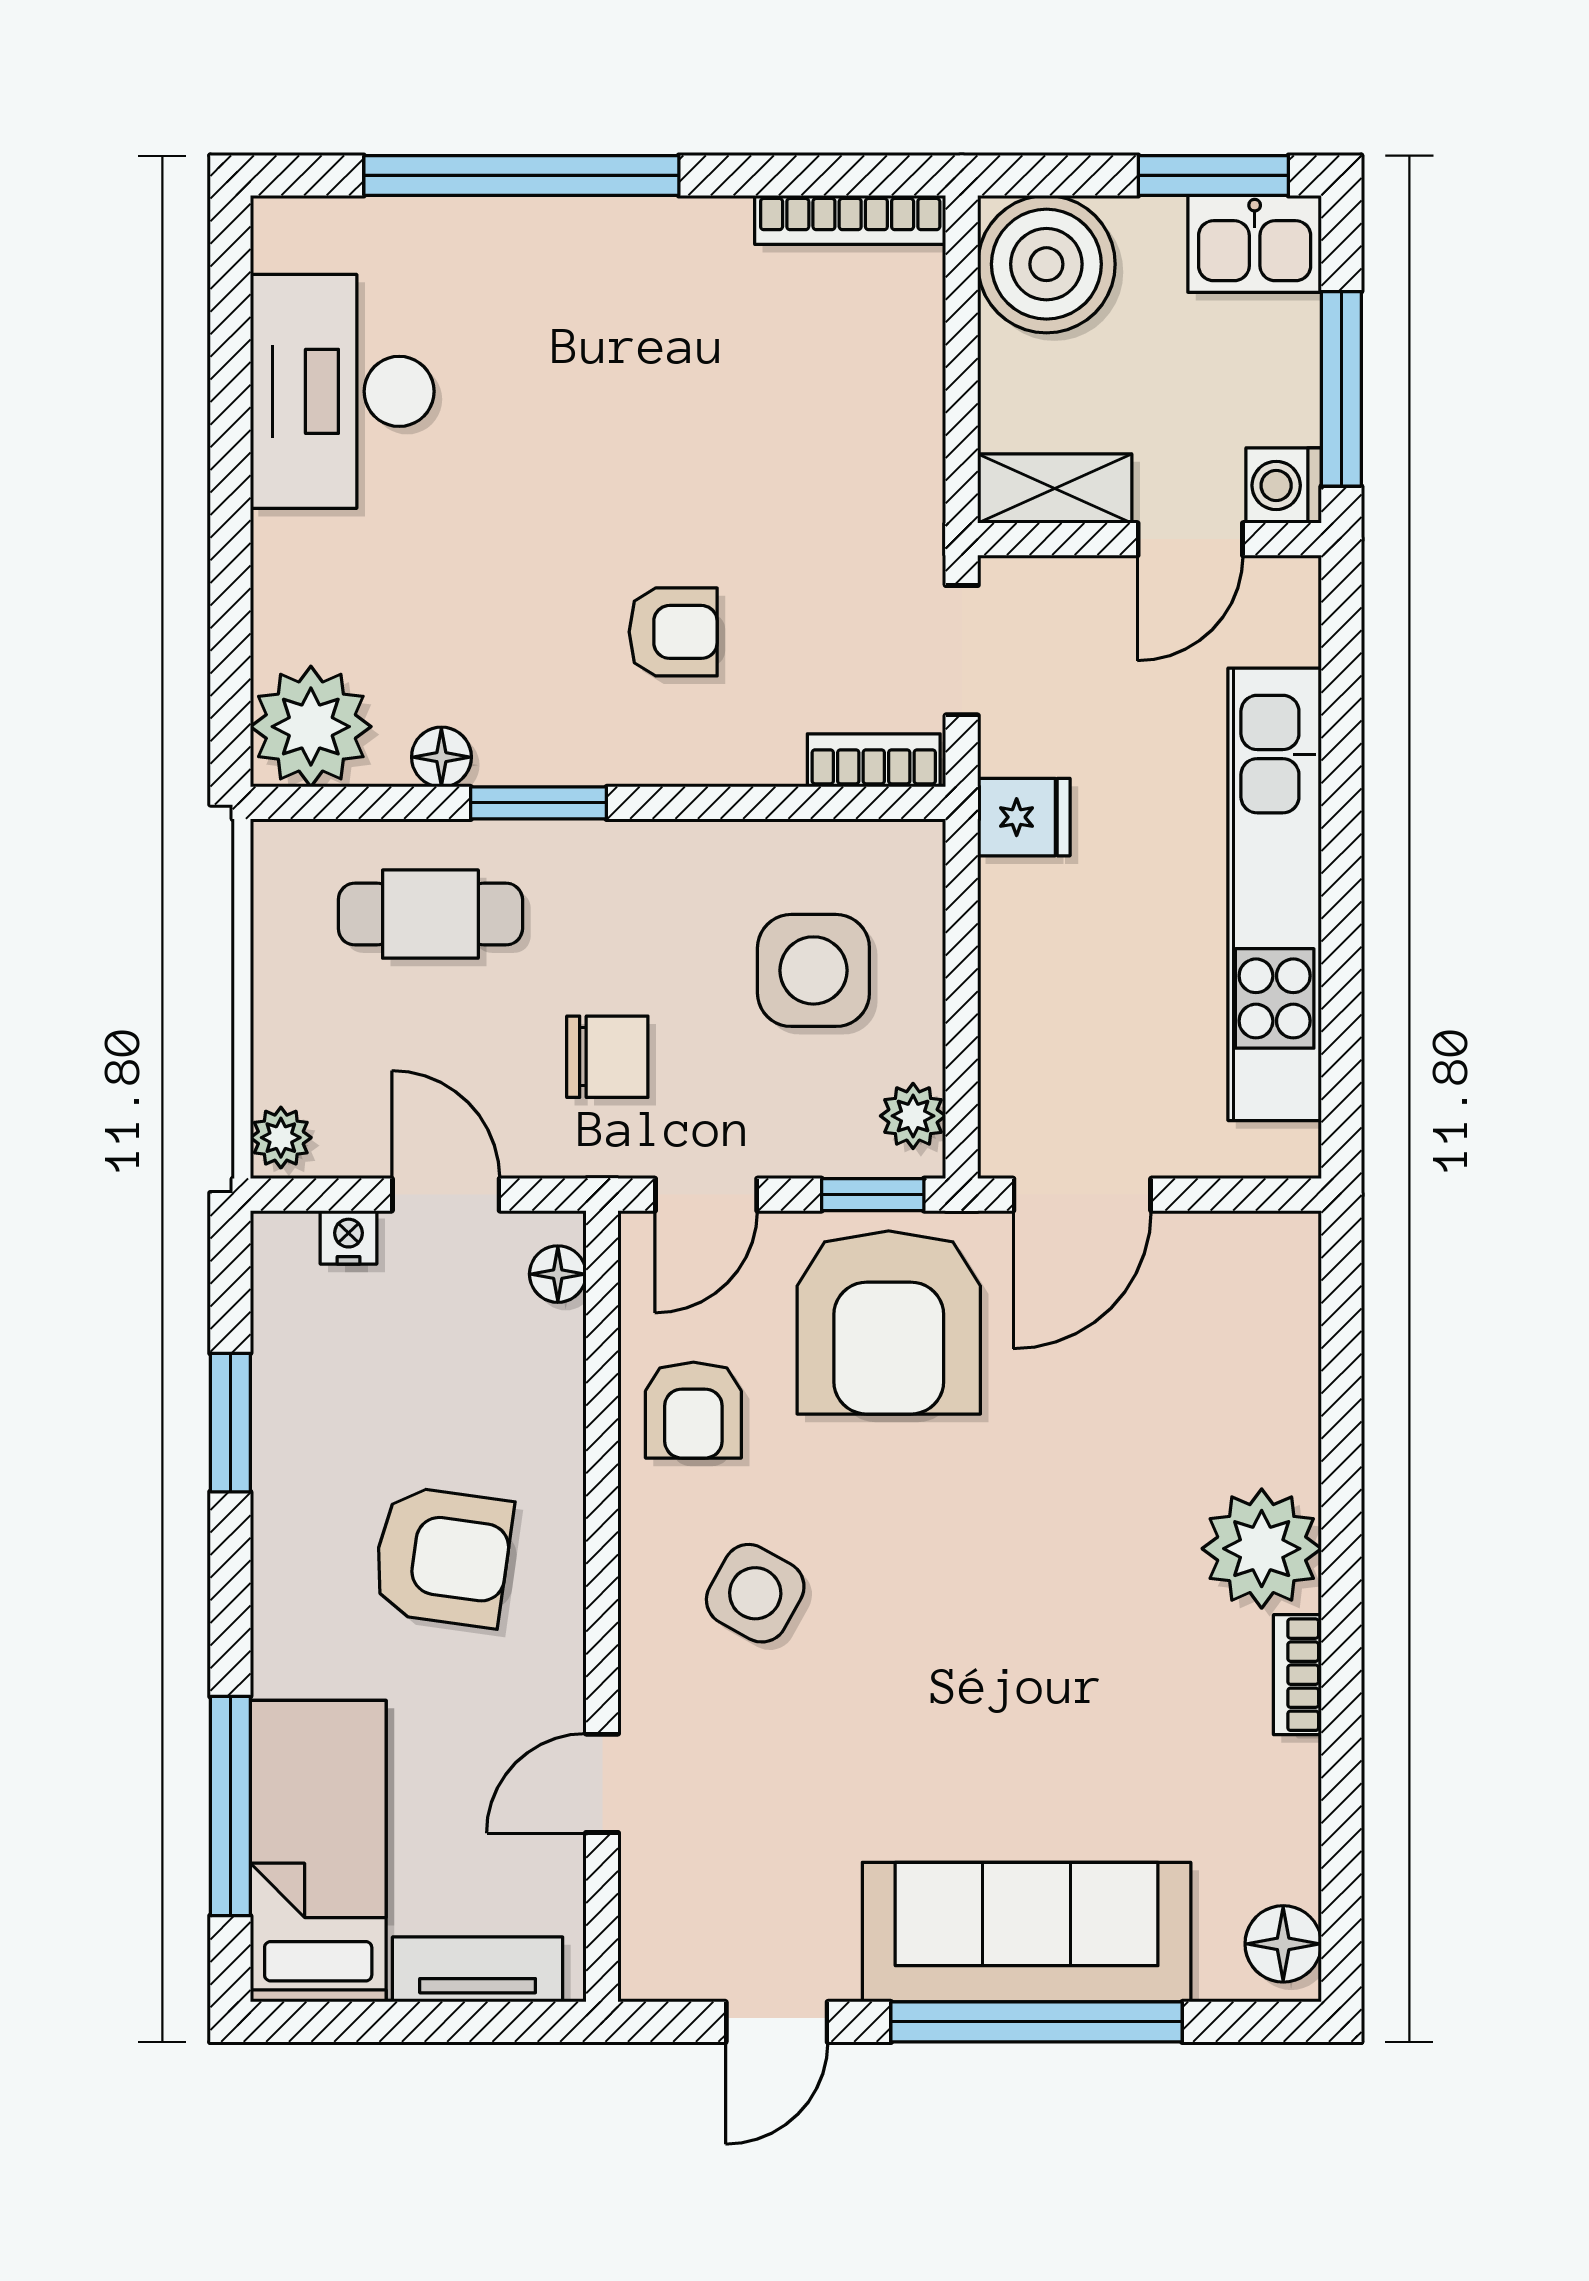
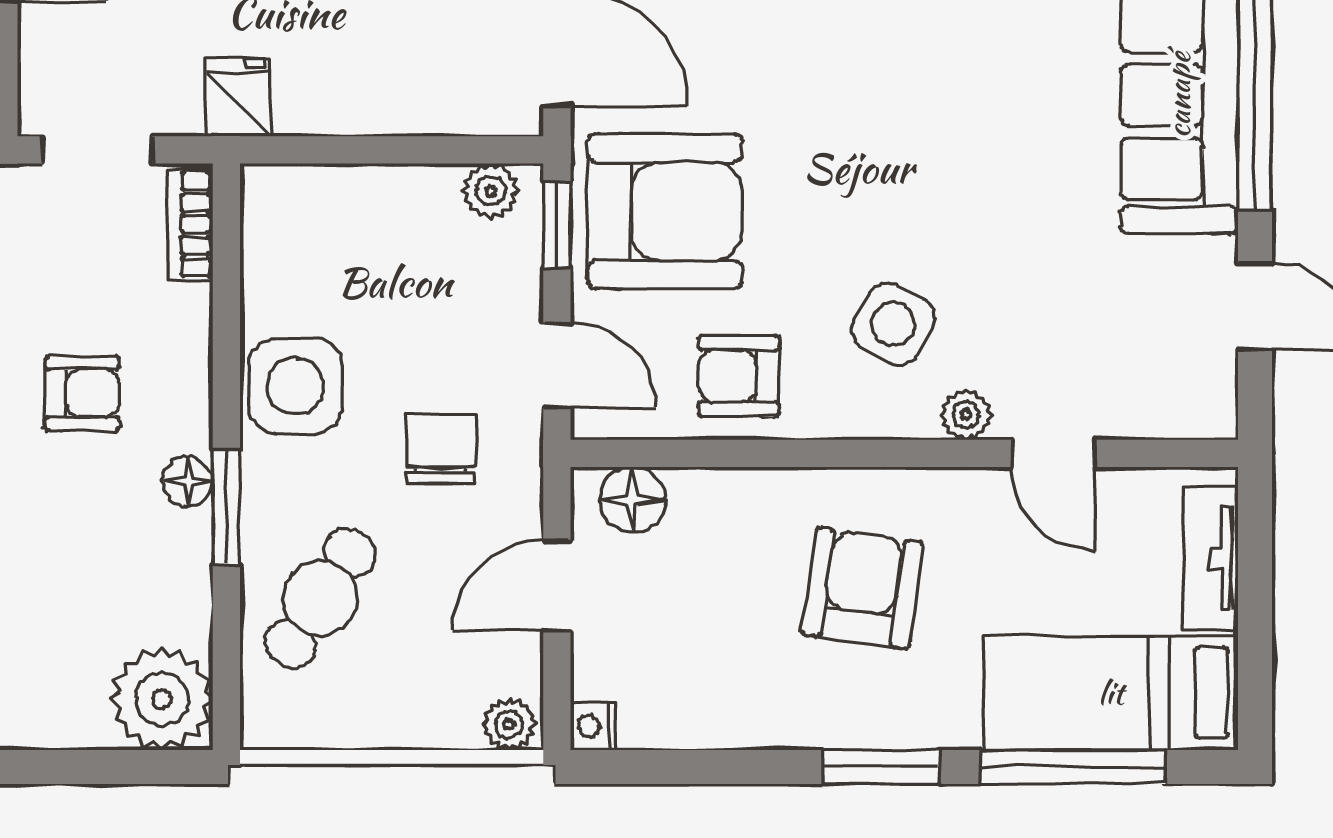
armchair: (673, 632) -> (82, 393), turned 90
floor lamp: (441, 757) -> (188, 481), moved
cafe table: (430, 914) -> (320, 598), turned 33
side table: (813, 970) -> (295, 386), moved
nightstand: (348, 1237) -> (593, 726), moved
floor lamp: (558, 1274) -> (633, 500), width x1.37, depth x1.37
armchair: (693, 1410) -> (739, 376), turned 180
window: (230, 1423) -> (881, 767), moved
plant: (648, 1679) -> (966, 415), added

